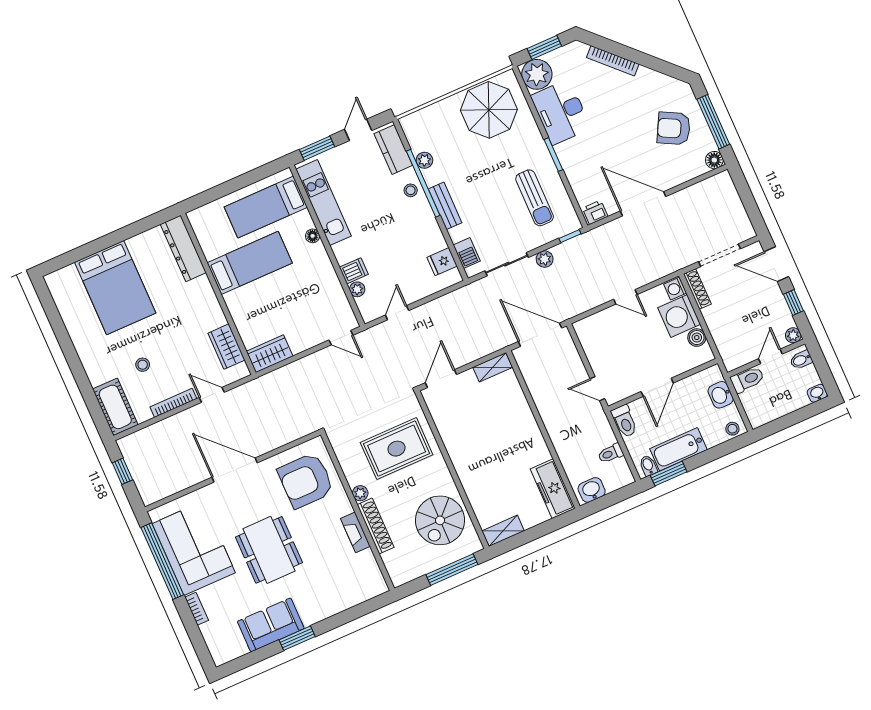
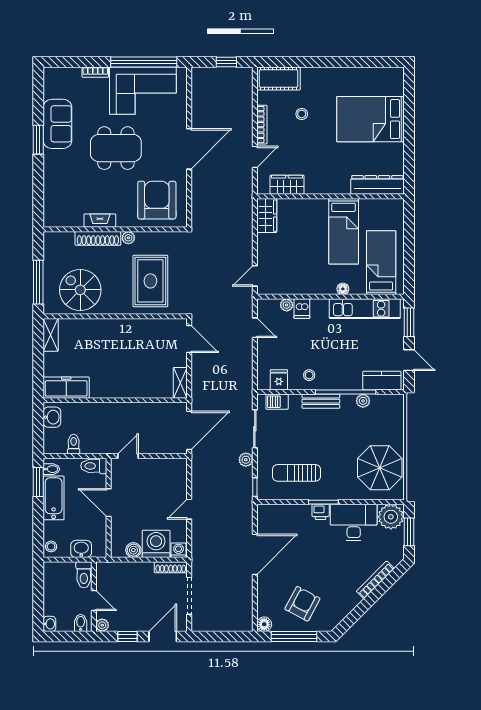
stool: (411, 190) -> (309, 375), moved
printer: (595, 212) -> (321, 512), moved, turned 90

